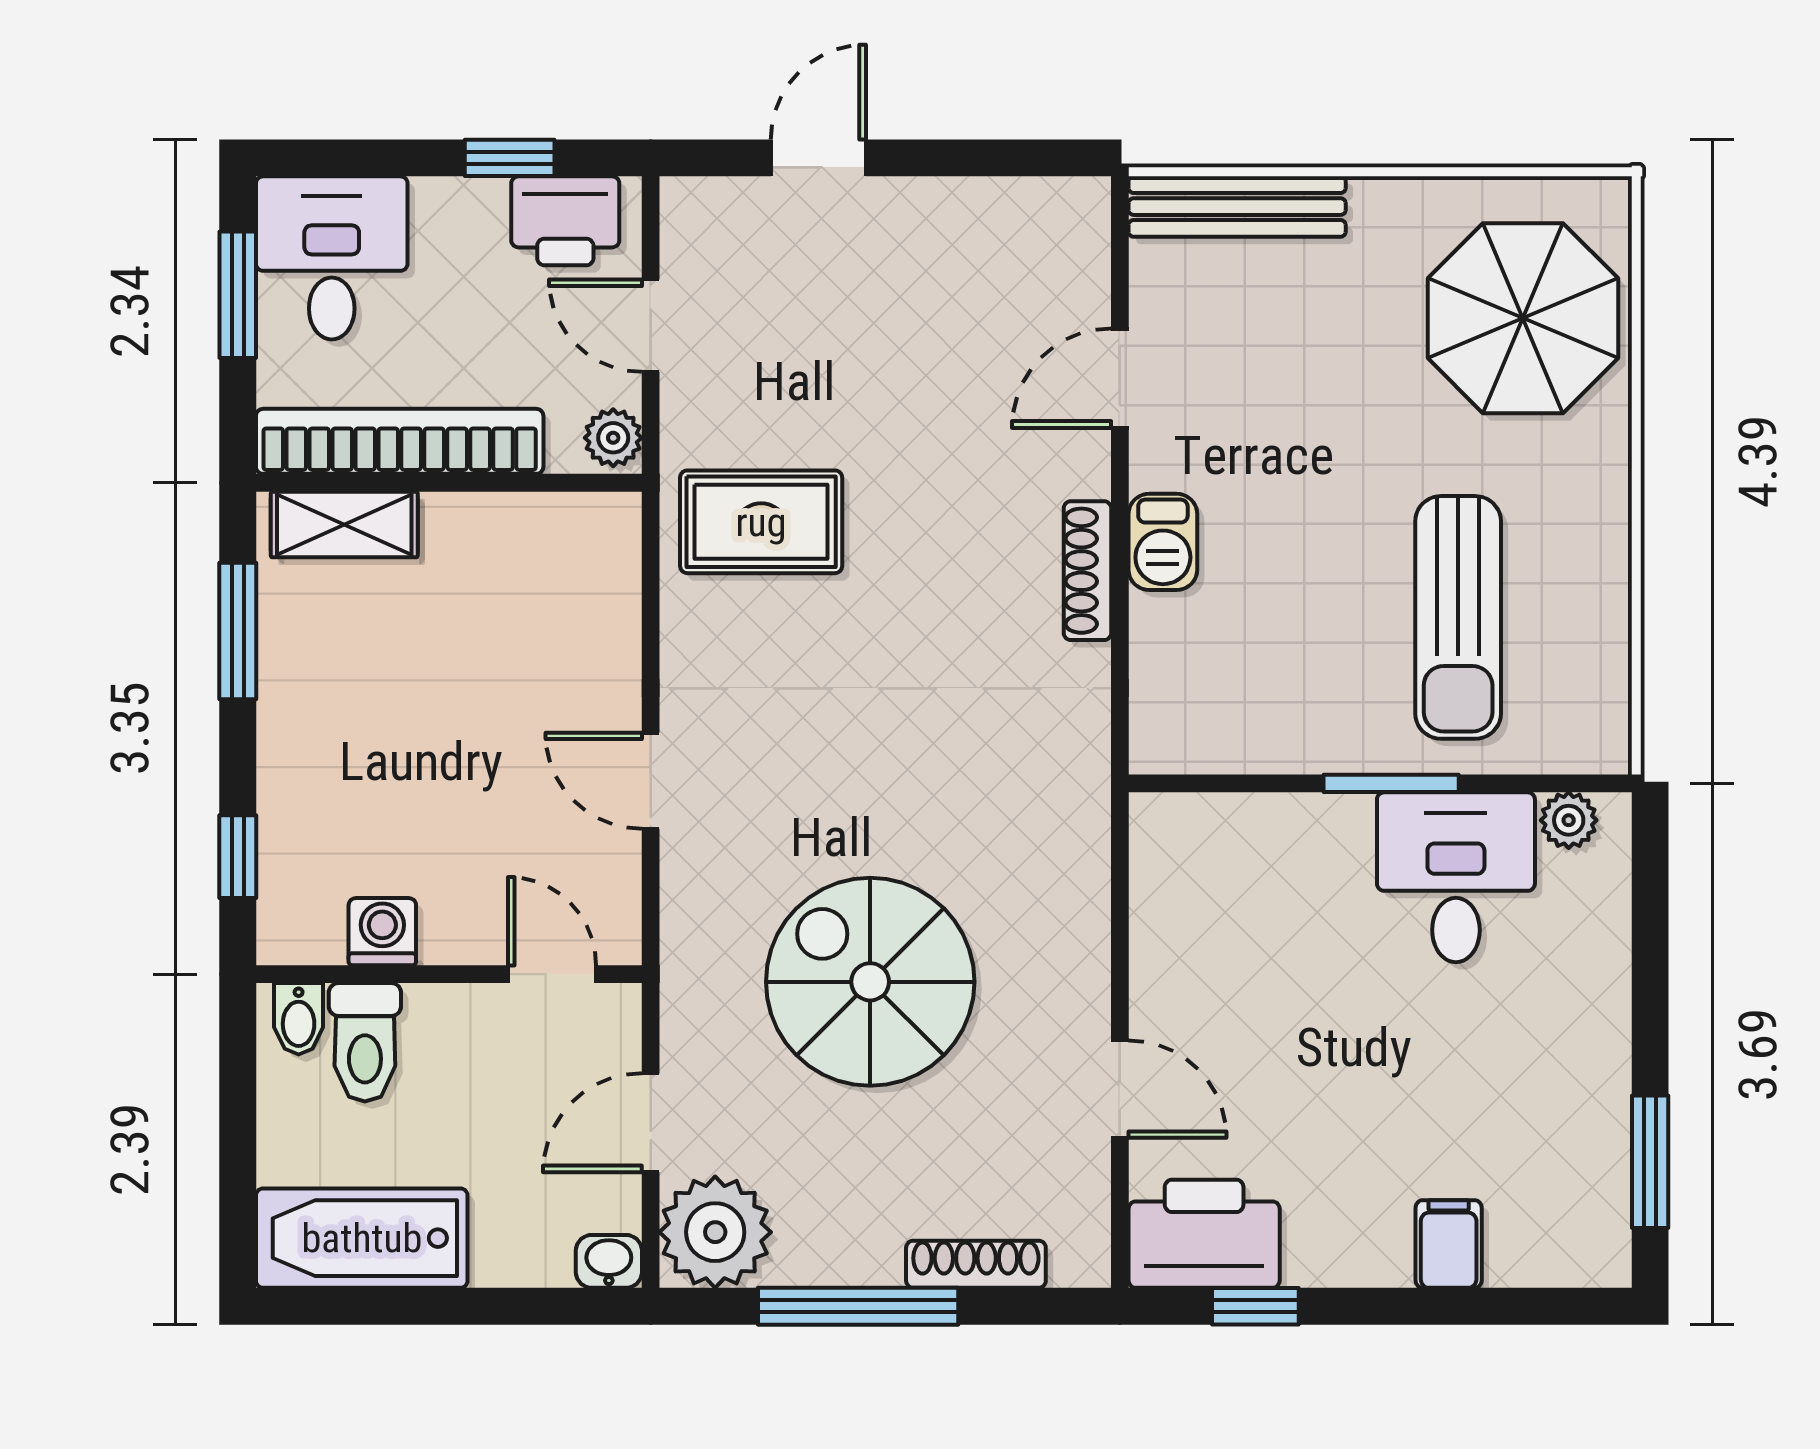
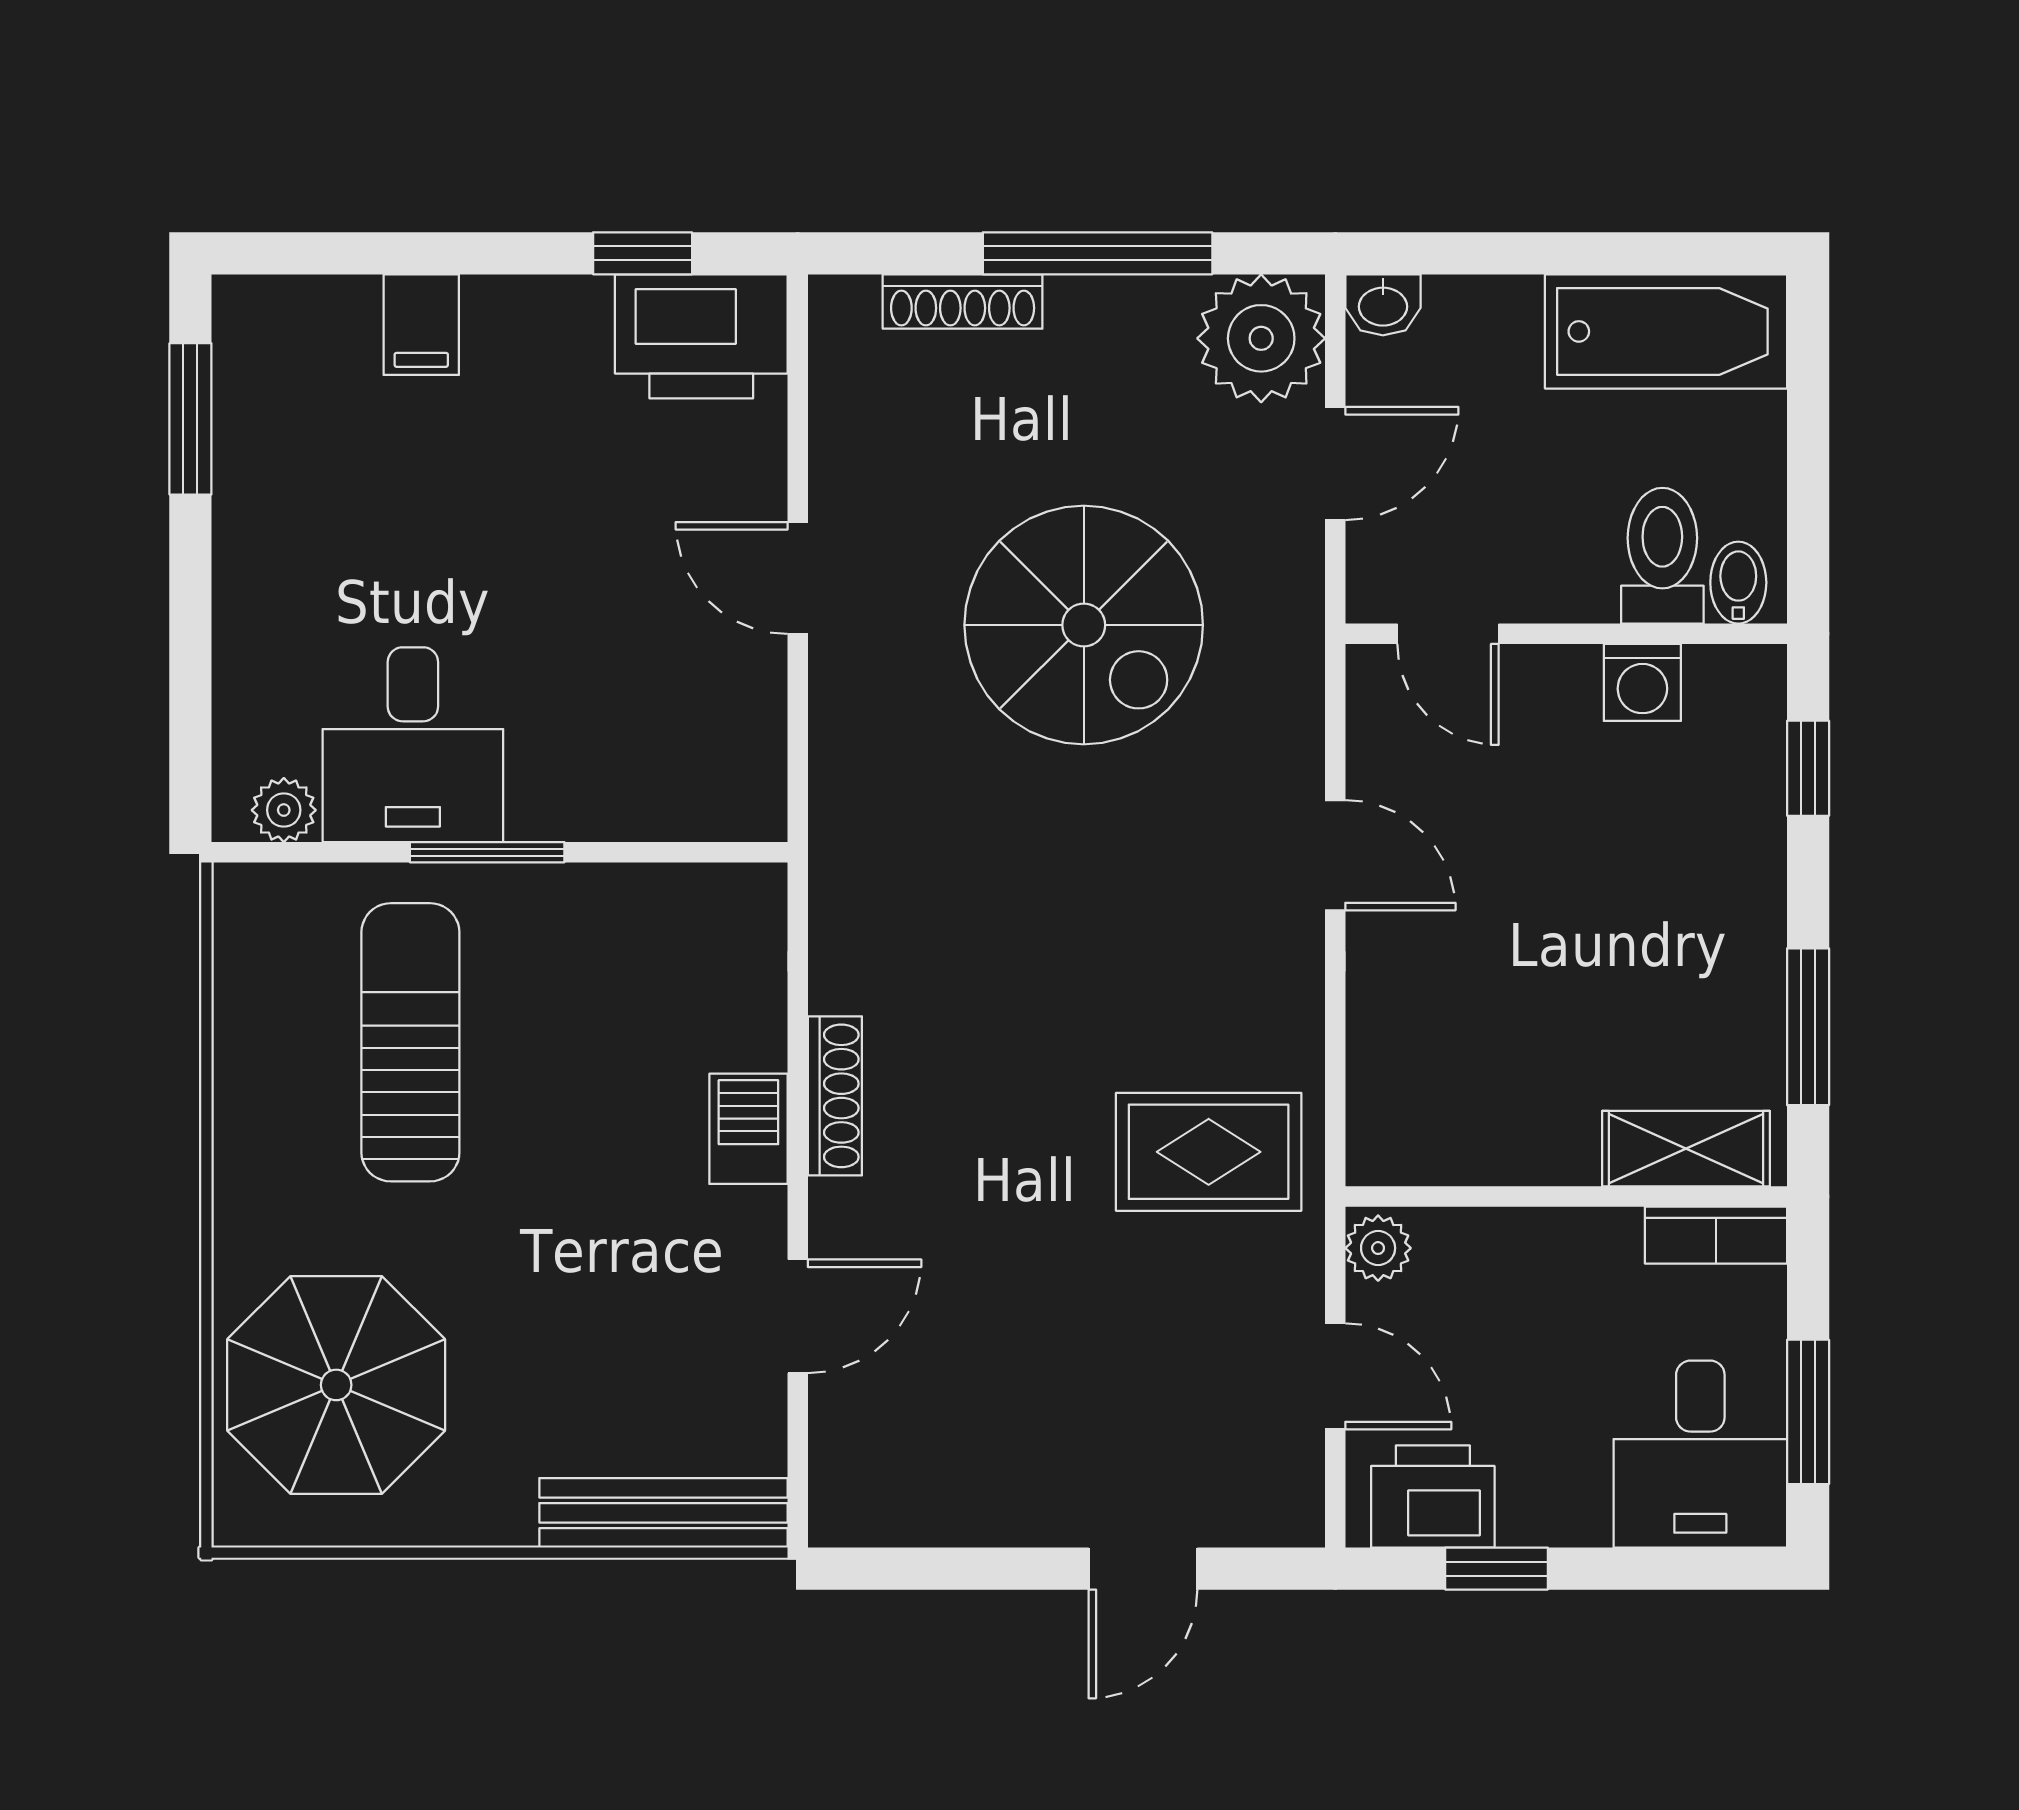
bookcase: (400, 441) -> (1716, 1235), width x0.43, depth x0.76
door: (1120, 1089) -> (798, 578), moved

